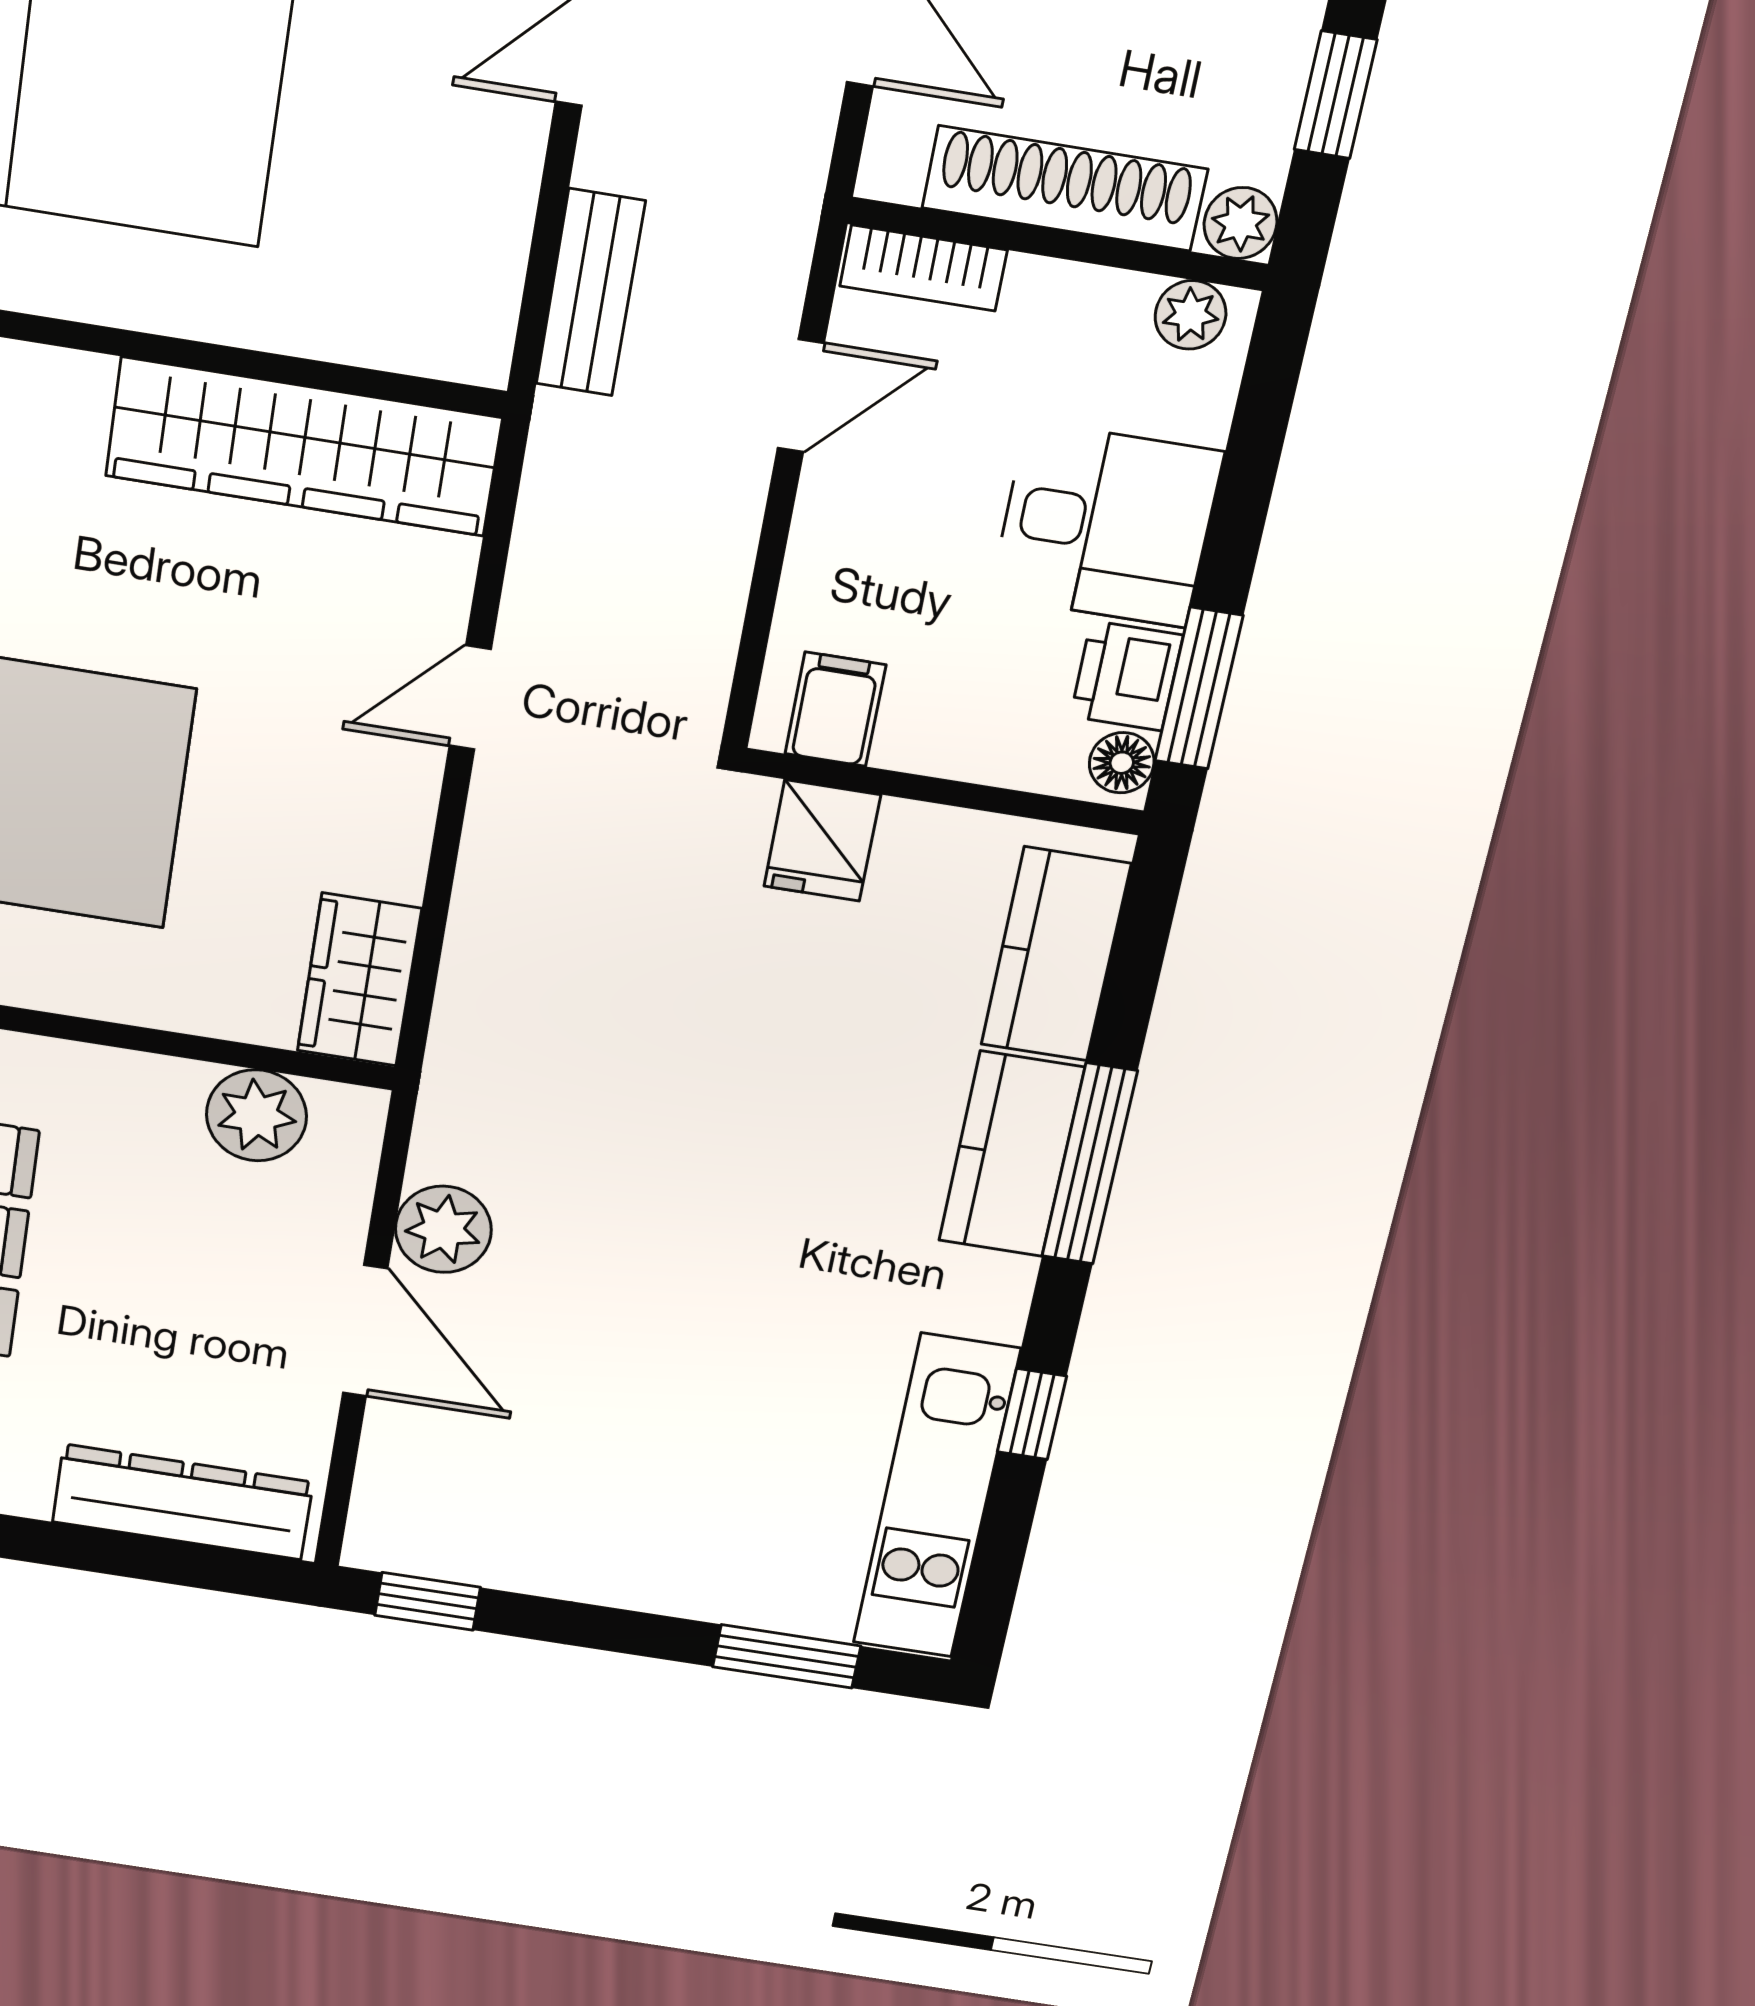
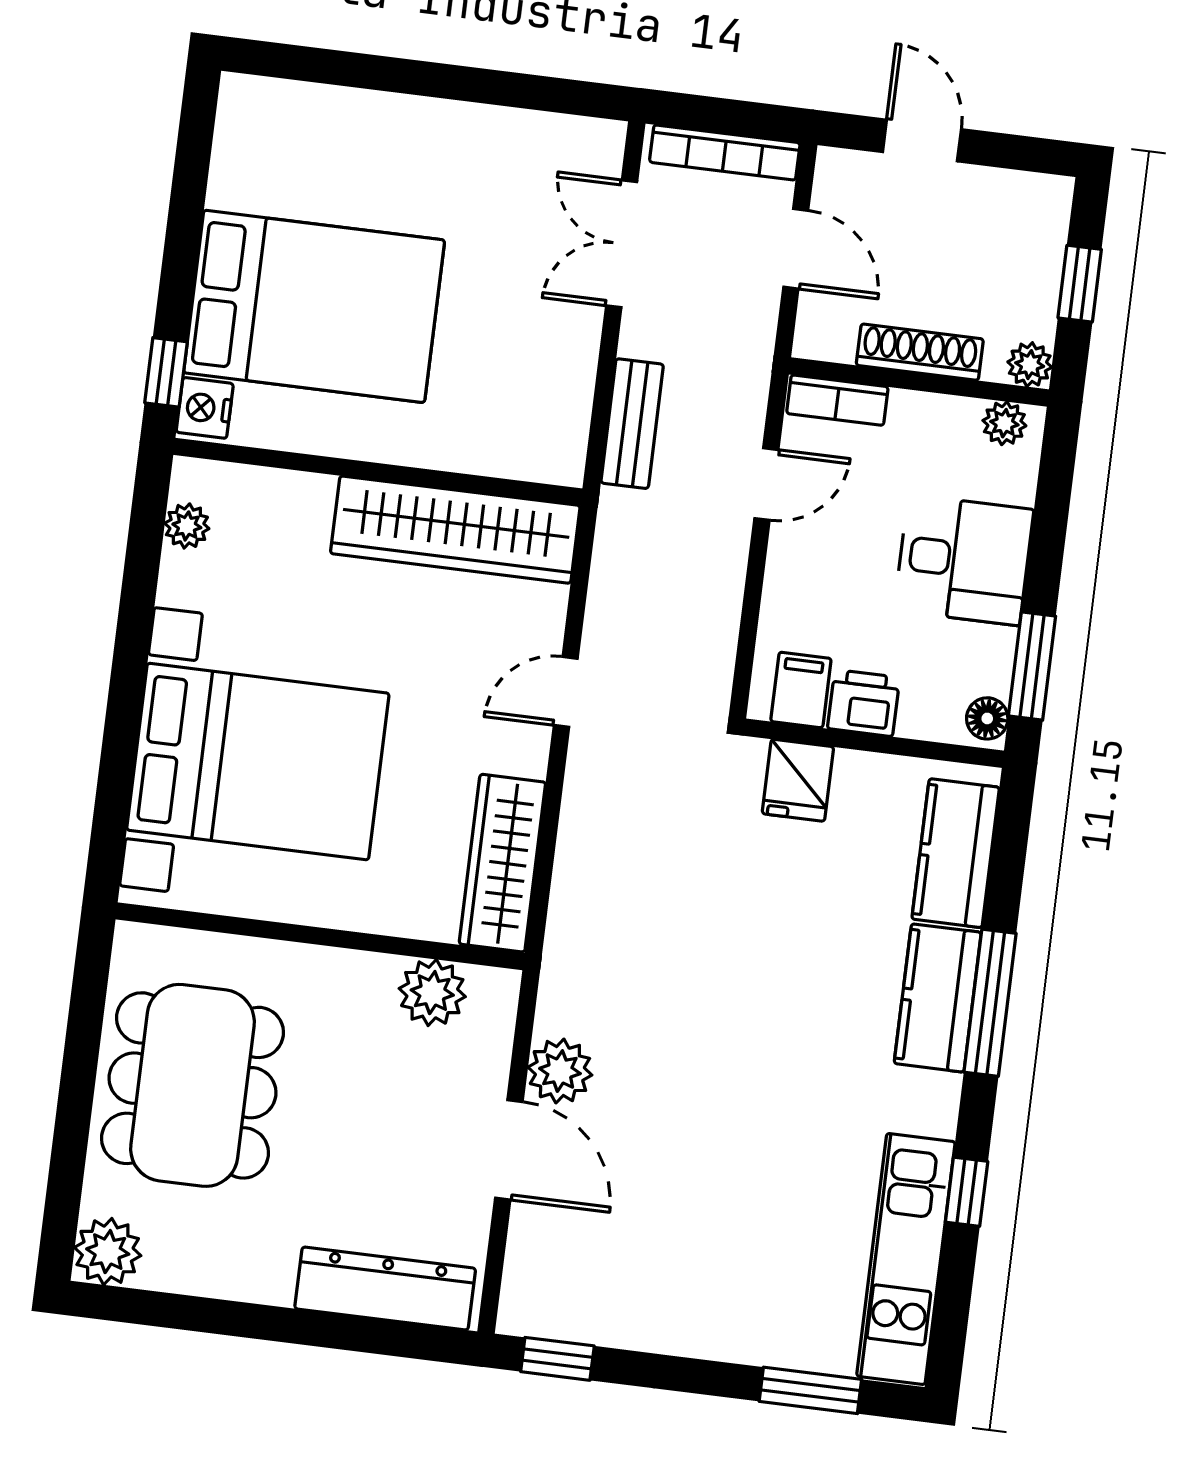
shoe rack: (1065, 188) -> (920, 352), width x0.74, depth x0.81
printer: (1127, 676) -> (864, 703), moved, turned 90
wardrobe: (359, 980) -> (502, 863), width x1.50

